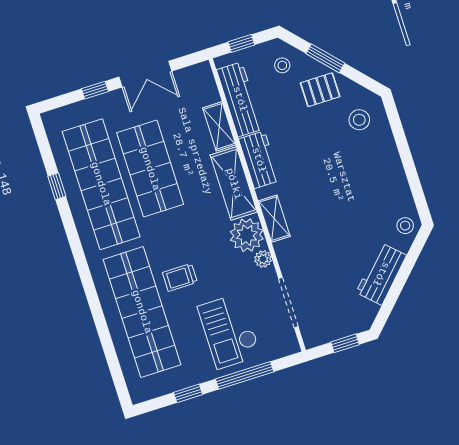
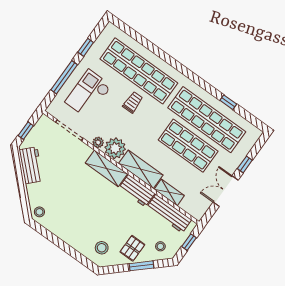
shelving: (274, 219) -> (106, 168), width x1.50, depth x1.33
workbench: (381, 274) -> (31, 165), moved
checkout: (229, 331) -> (88, 94), turned -90

